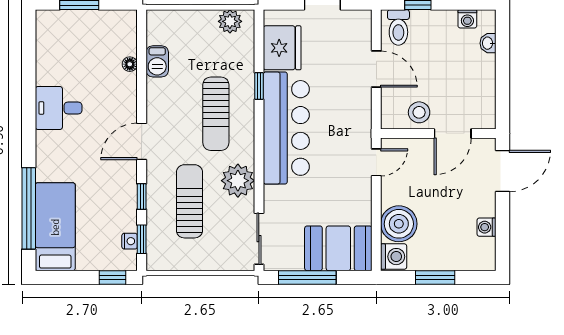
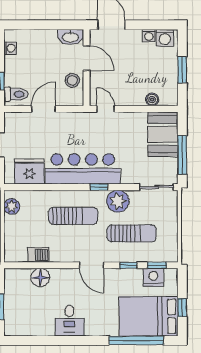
washbasin: (488, 43) -> (70, 37), moved, width x1.91, depth x1.45
floor lamp: (130, 64) -> (40, 278), width x1.89, depth x1.89
window: (259, 86) -> (99, 187), moved
sun lounger: (189, 201) -> (132, 233), turned 180
boiler: (399, 224) -> (152, 100), width x0.54, depth x0.54
bed: (55, 227) -> (148, 316), width x1.50
nightstand: (130, 241) -> (153, 277), width x1.89, depth x1.79
washing machine: (394, 257) -> (165, 38), moved, turned 180
window: (112, 277) -> (182, 308), moved

